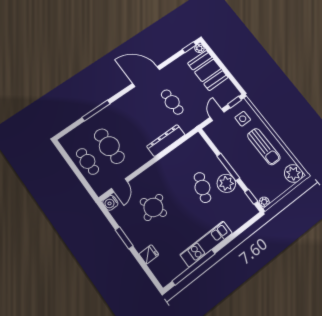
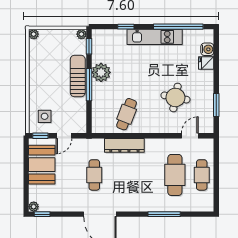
booth: (208, 70) -> (42, 165), moved
sun lounger: (264, 147) -> (78, 76), moved
plant: (293, 173) -> (34, 34), width x0.53, depth x0.53
cafe table: (202, 187) -> (127, 114), moved
water cooler: (110, 203) -> (207, 49), moved
round table: (153, 207) -> (175, 97), turned 34
window: (235, 235) -> (126, 27), added
window: (124, 238) -> (216, 105), moved

